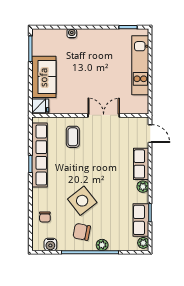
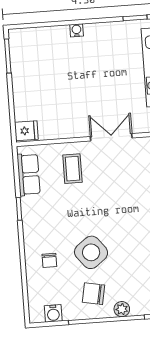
water cooler: (72, 33) -> (77, 30), moved
sofa: (44, 77) -> (28, 92), removed
row of seats: (39, 155) -> (28, 175), width x0.50
chair: (45, 217) -> (49, 260), moved

